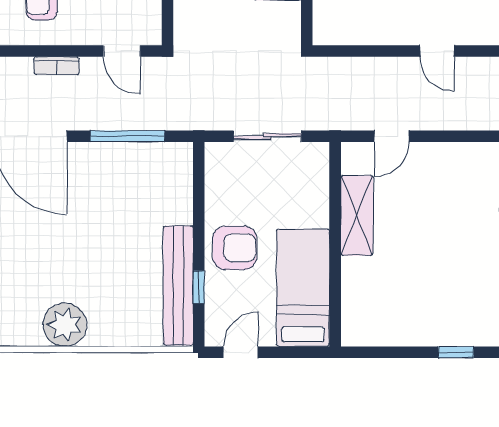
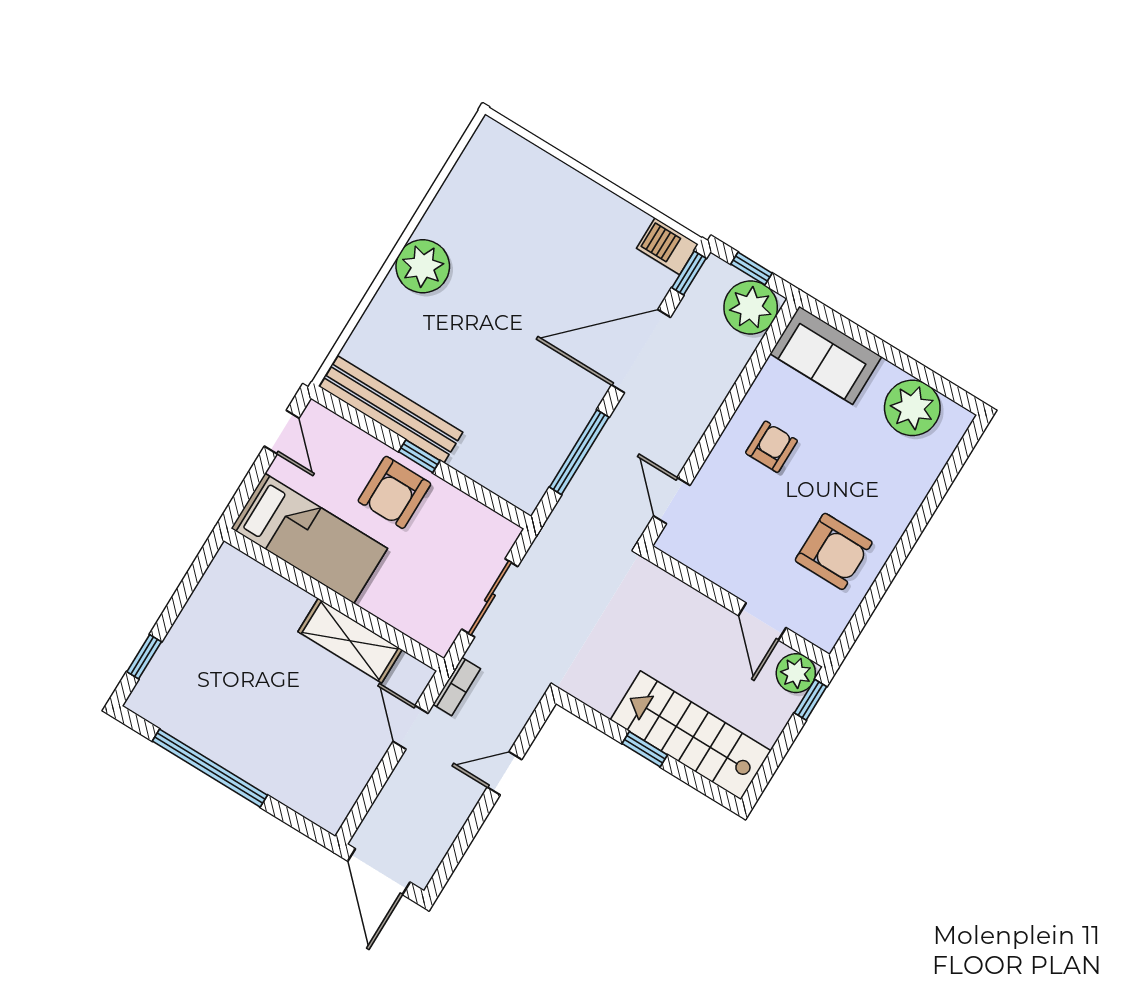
door: (122, 51) -> (672, 501), hinge flipped
door: (437, 51) -> (505, 773), moved
bookcase: (57, 66) -> (457, 687), moved, turned 180
window: (199, 287) -> (419, 456), moved

